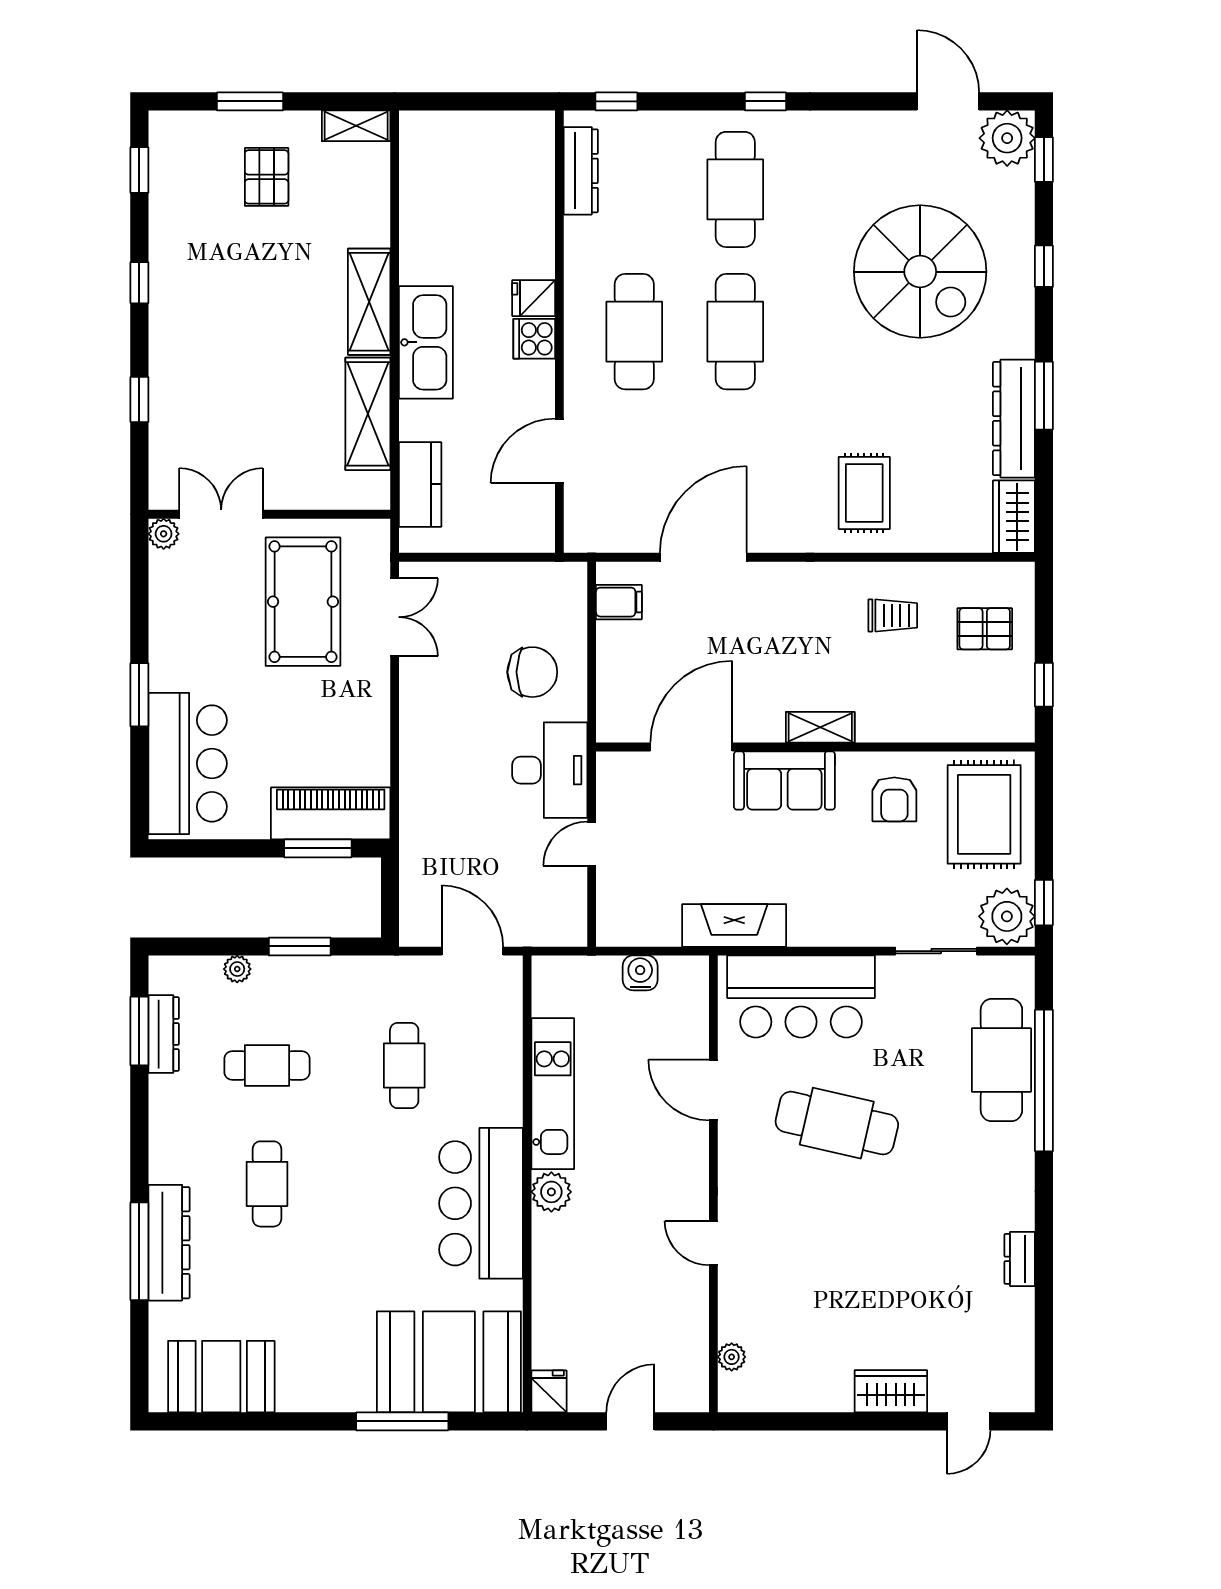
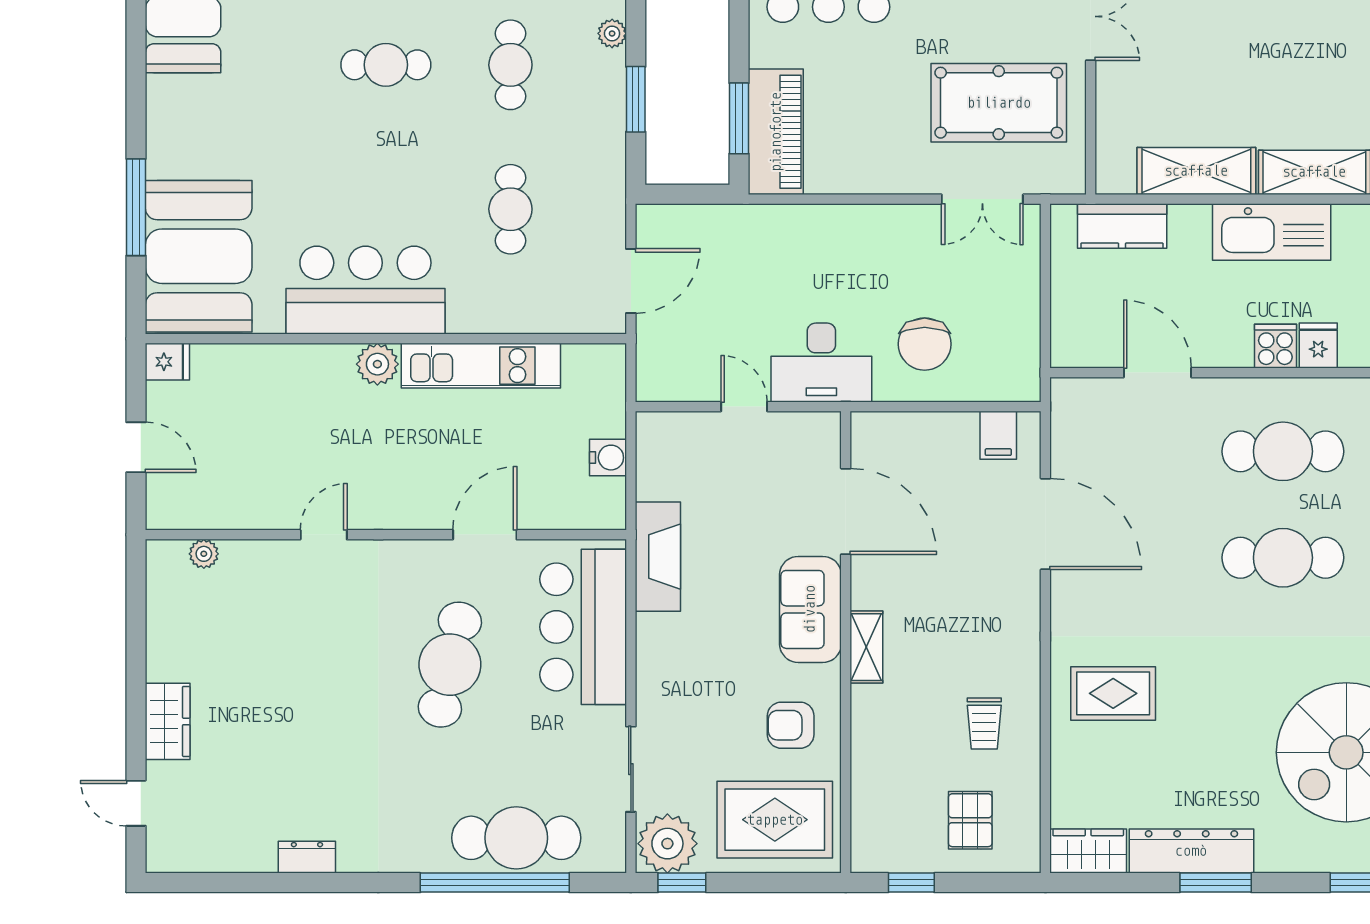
cafe table: (404, 1066) -> (510, 209), turned 90

